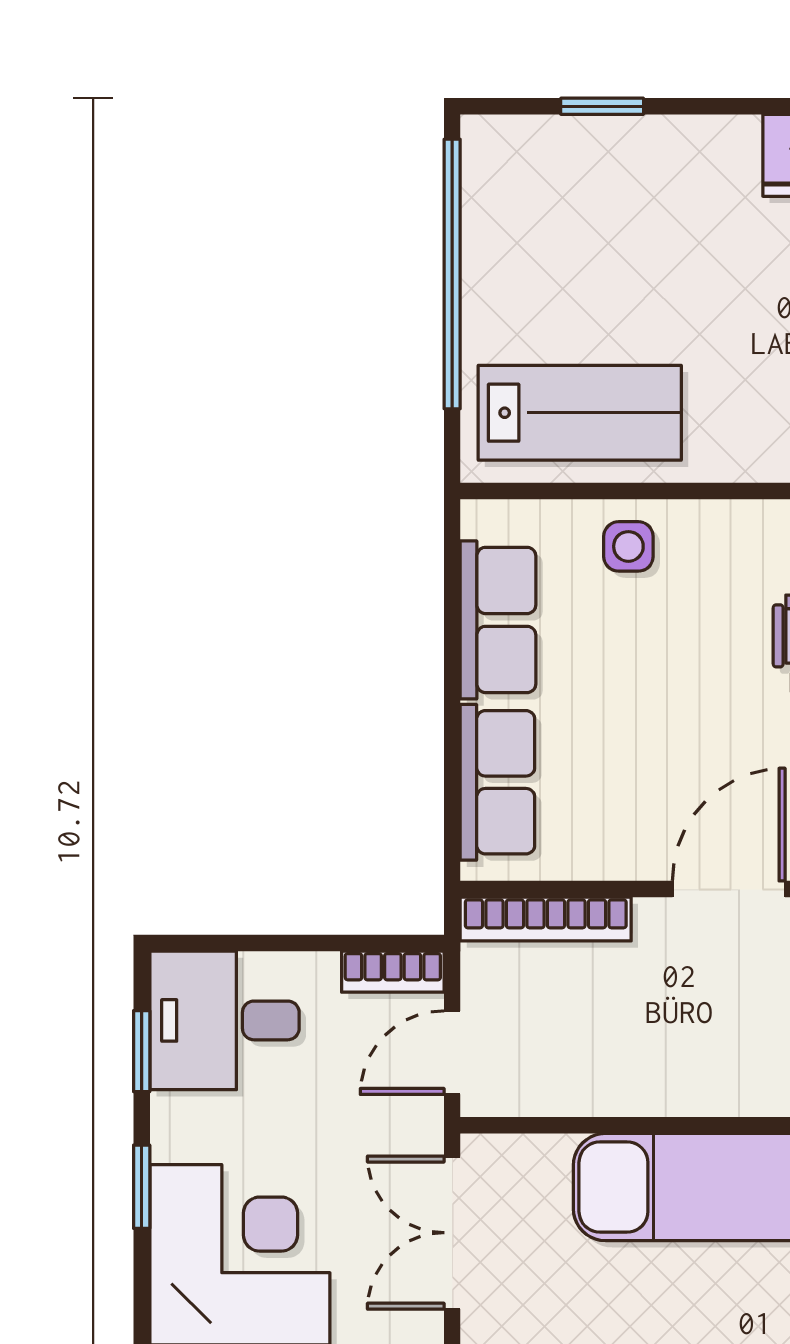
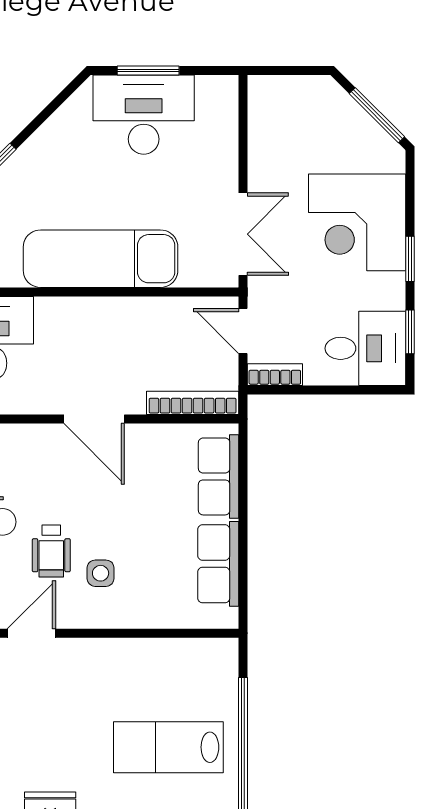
lab bench: (580, 413) -> (168, 747), moved
side table: (628, 546) -> (101, 573), moved
door: (729, 889) -> (94, 419), hinge flipped
door: (452, 1053) -> (243, 331), swing flipped

